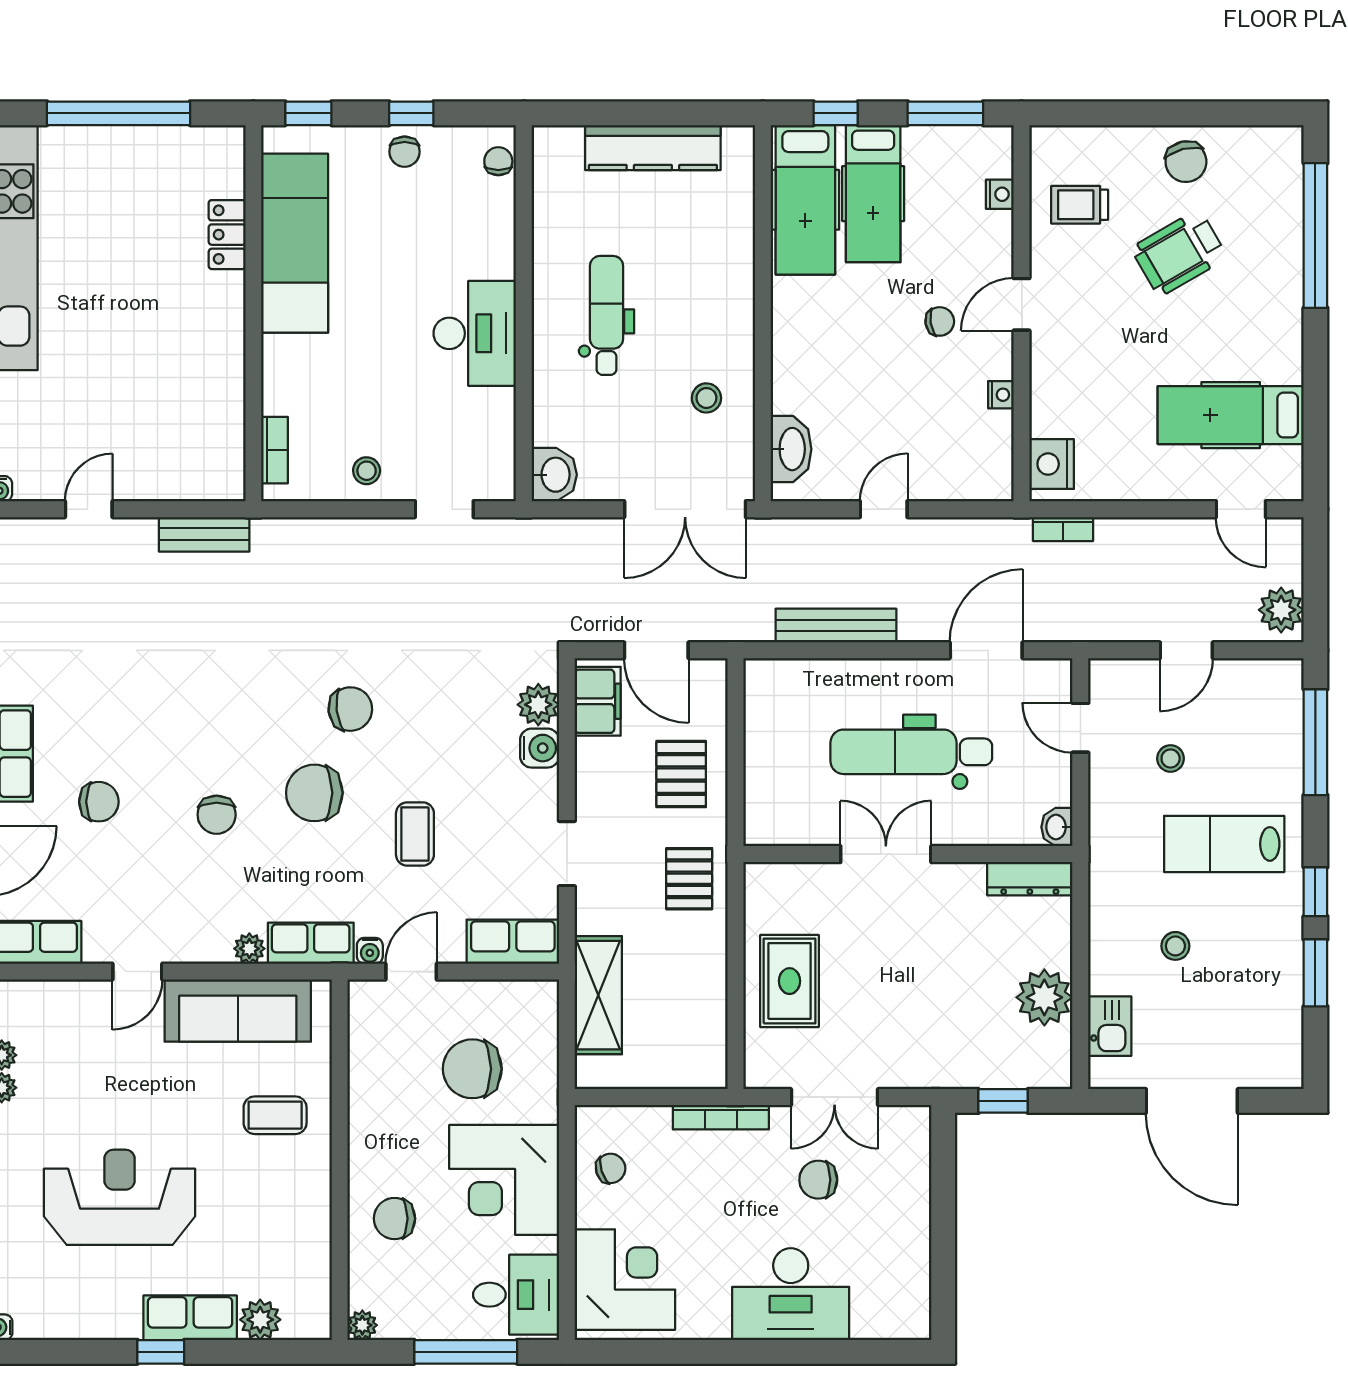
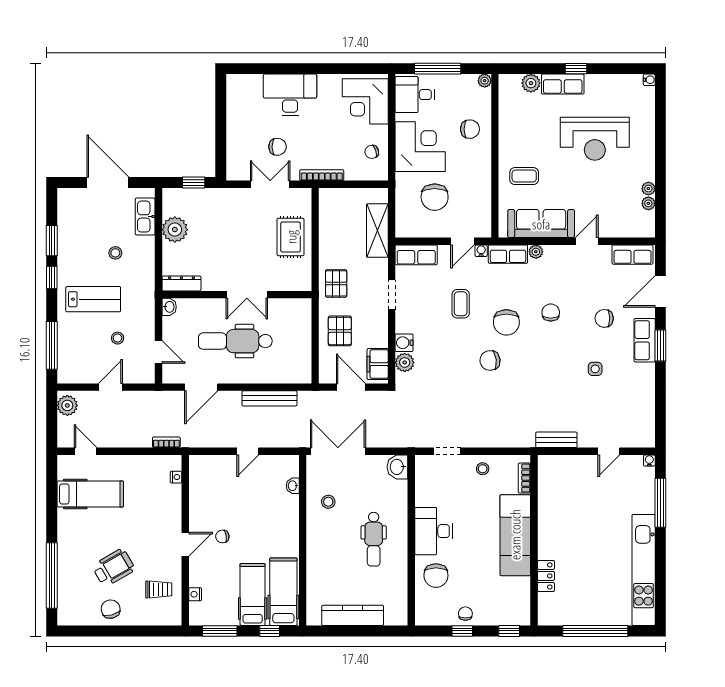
chair: (498, 161) -> (436, 576), moved, width x1.87, depth x1.87
exam couch: (295, 243) -> (515, 535), moved
nightstand: (1001, 395) -> (195, 503), removed
washbasin: (791, 449) -> (293, 486), width x0.52, depth x0.69
nightstand: (1052, 464) -> (176, 477), width x0.53, depth x0.56
side table: (119, 691) -> (595, 369), added
dental chair: (911, 752) -> (235, 341), turned 180
chair: (314, 793) -> (506, 322), turned 90
kitchen sink: (1110, 1026) -> (145, 216), width x1.38
chair: (472, 1069) -> (435, 197), turned 90

